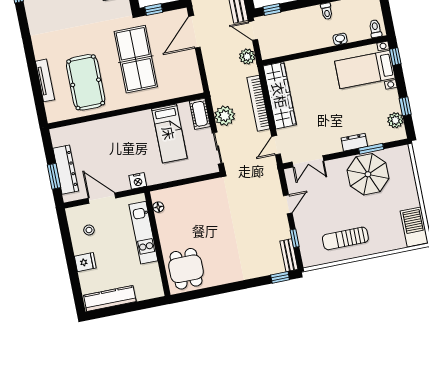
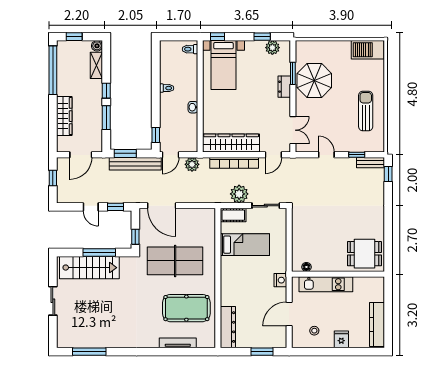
washbasin: (340, 39) -> (193, 107), moved
door: (276, 145) -> (273, 155), hinge flipped
dresser: (66, 170) -> (228, 327), moved, turned 90
sun lounger: (345, 238) -> (366, 111), turned 180

